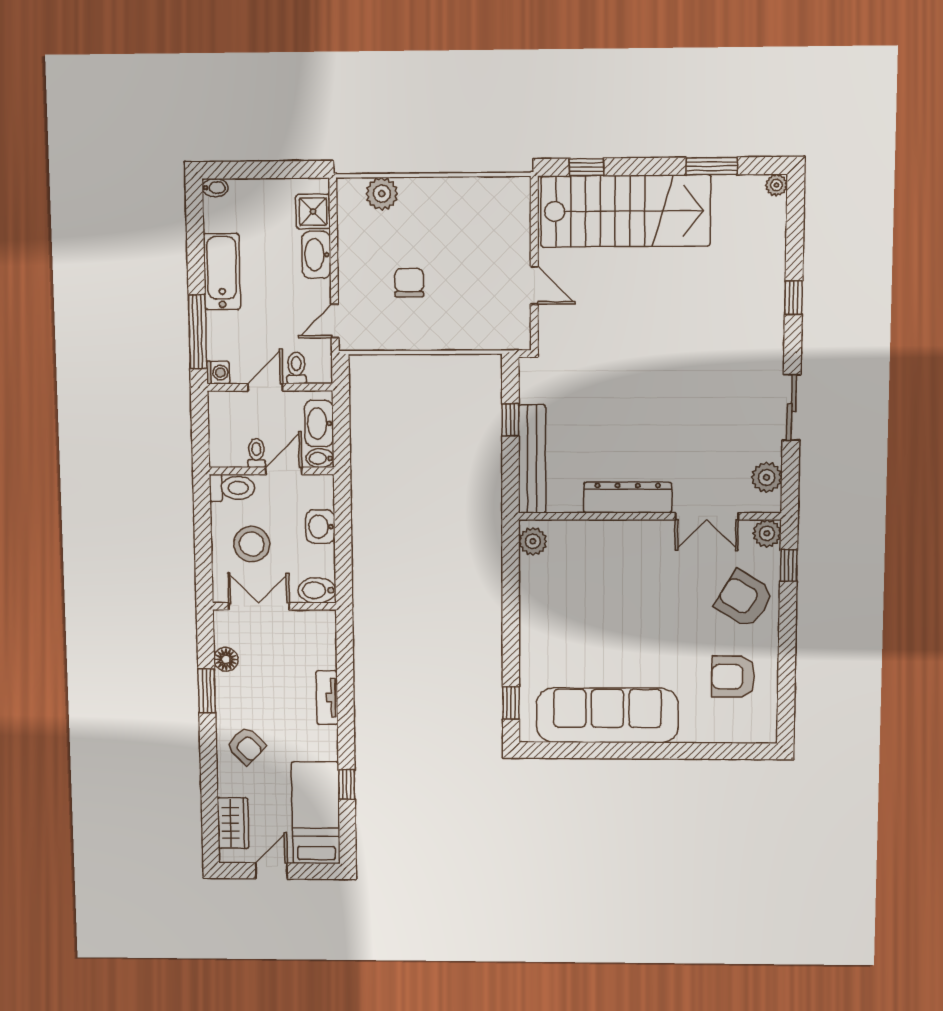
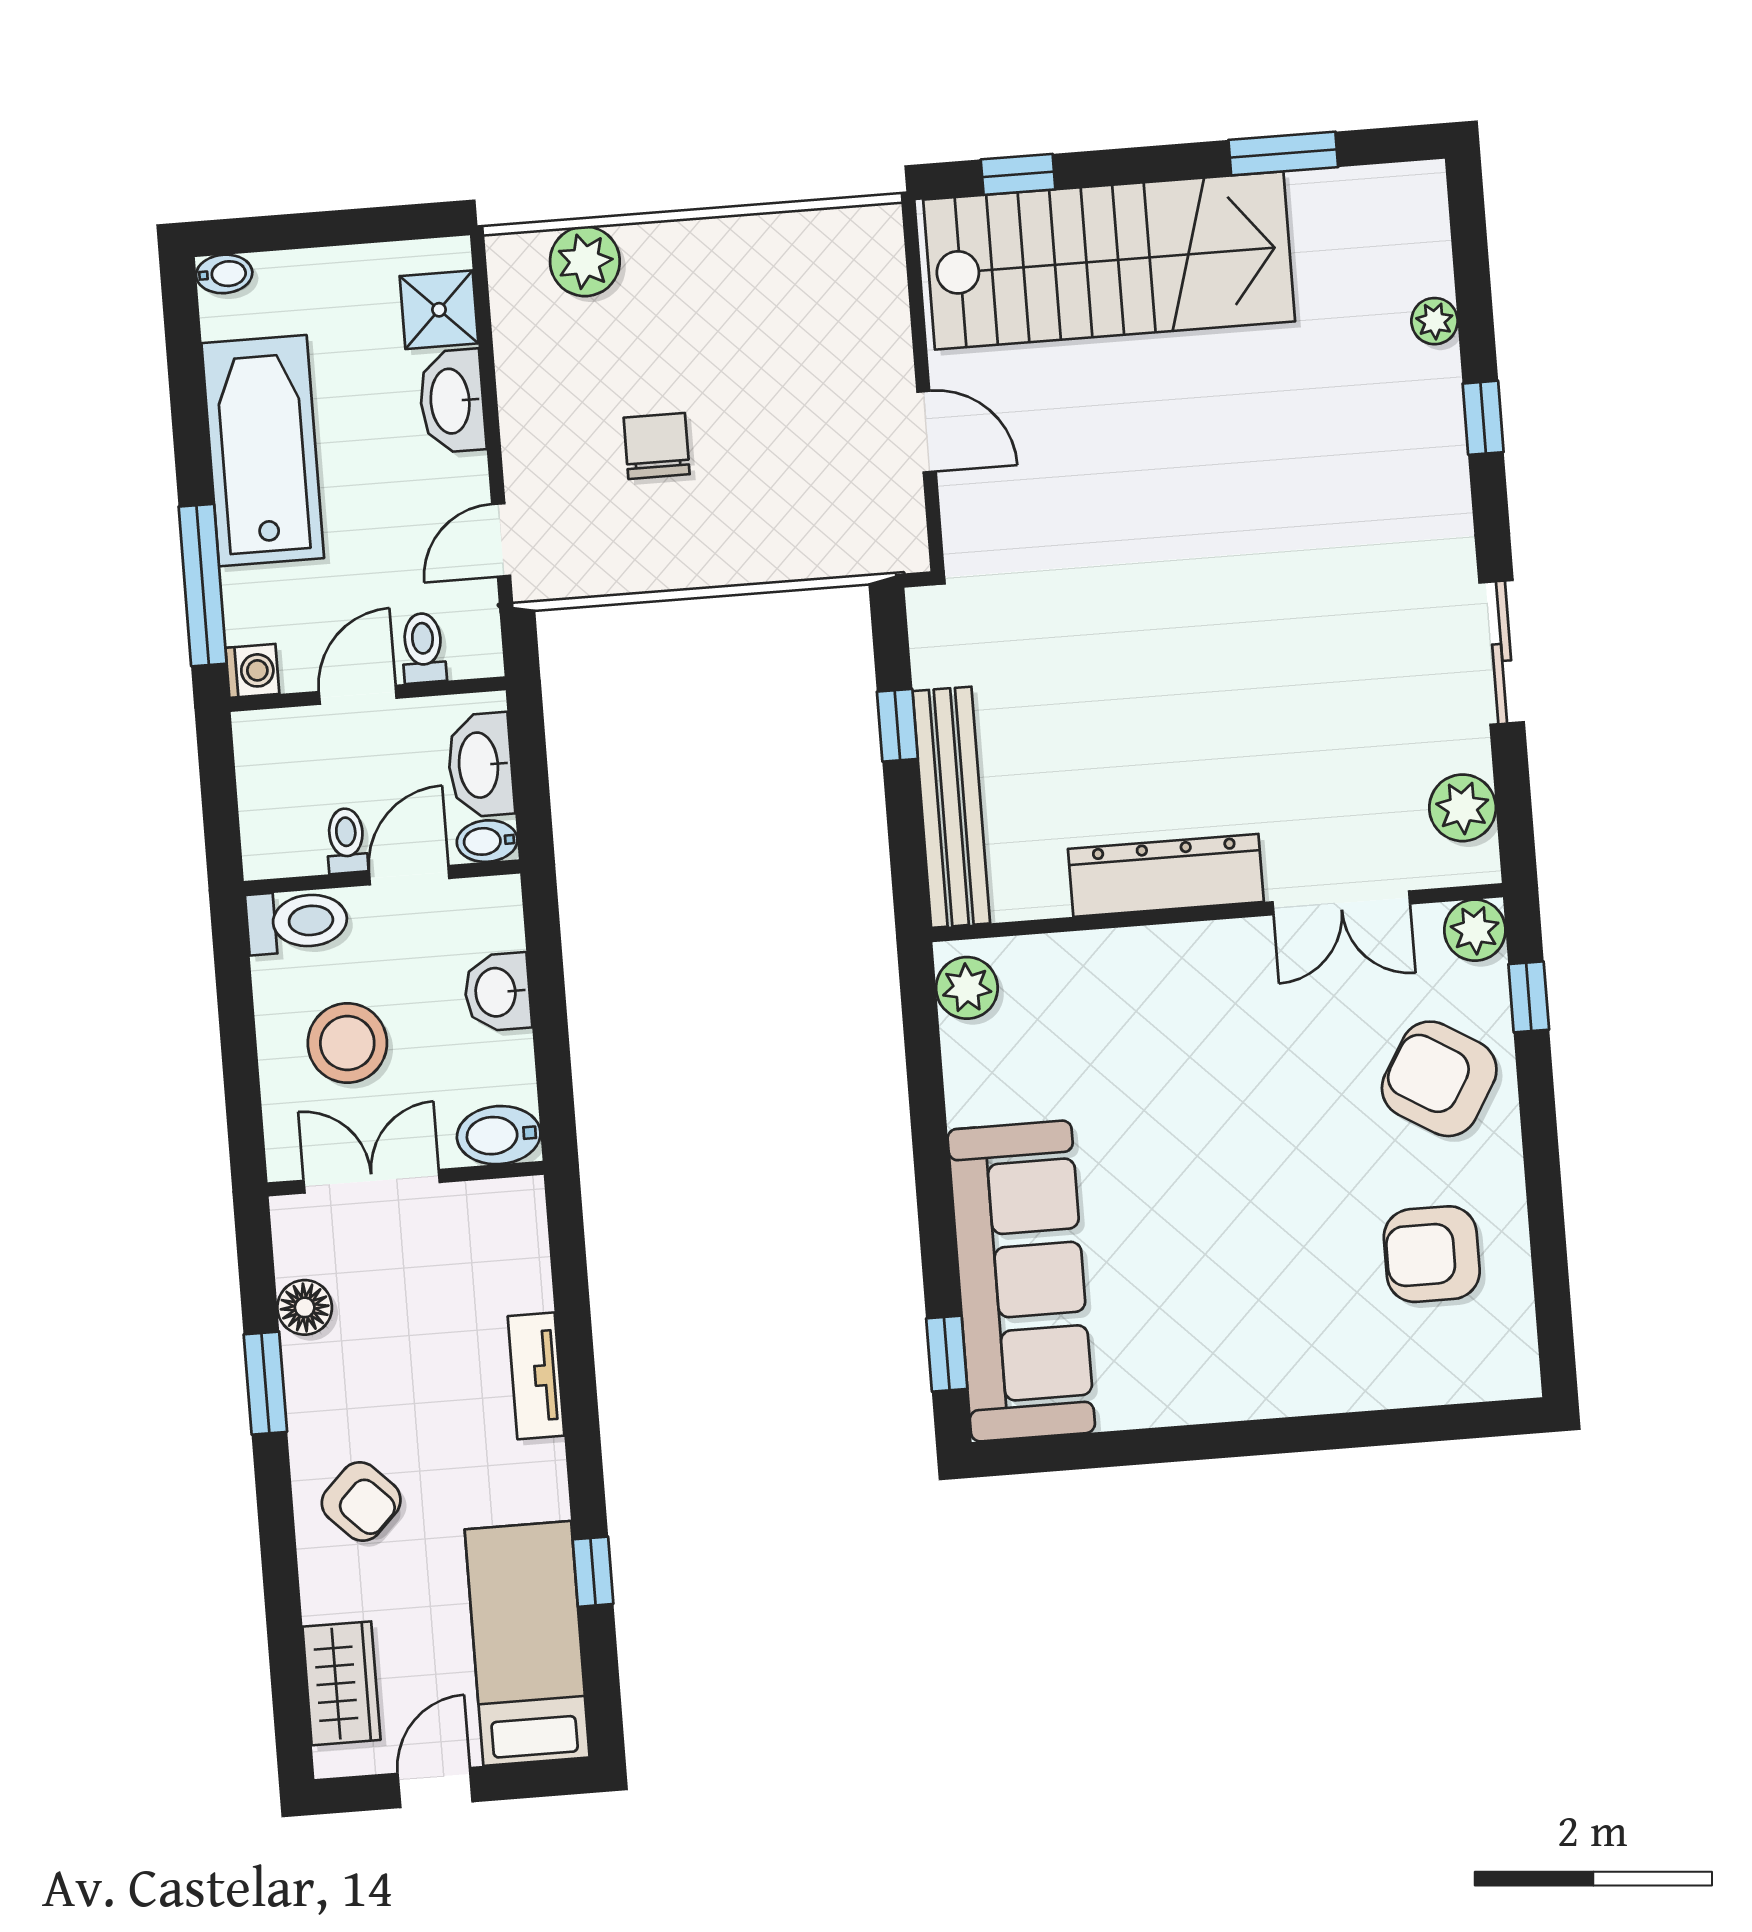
plant: (776, 185) -> (1434, 321), moved
bathtub: (222, 272) -> (263, 451), width x1.36, depth x1.36
sofa: (607, 715) -> (1021, 1281), moved, turned 90

